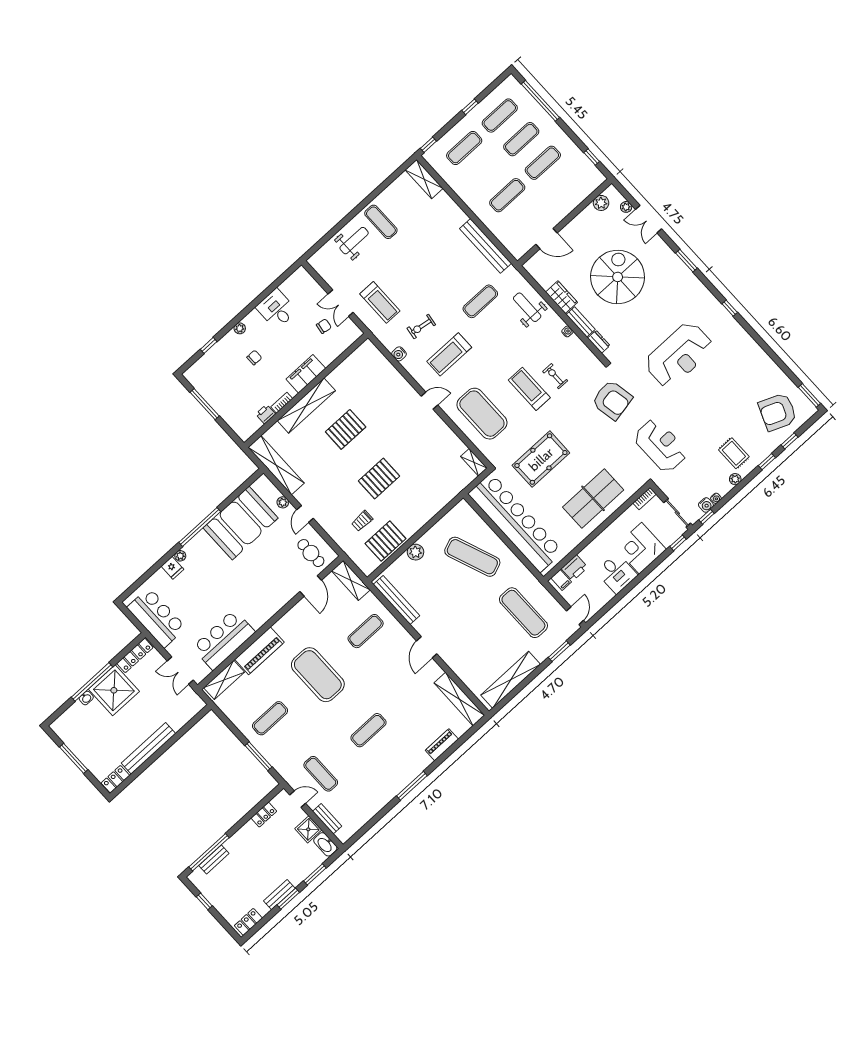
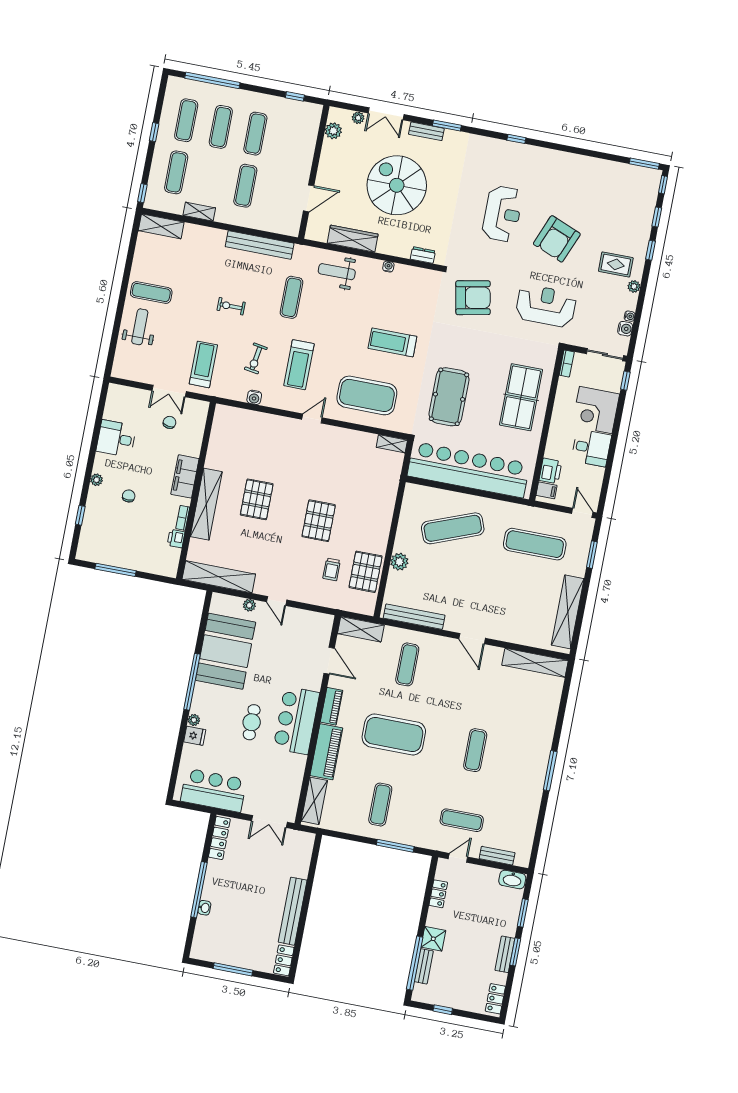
shelving: (460, 189) -> (199, 212), added
wardrobe: (562, 297) -> (353, 239), width x1.50
treadmill: (380, 302) -> (203, 364), turned -90
bench: (581, 322) -> (426, 131), moved
reception desk: (679, 355) -> (502, 214), width x0.74, depth x0.77
exercise bike: (555, 376) -> (231, 306), moved
armchair: (778, 412) -> (557, 239), moved
window: (707, 517) -> (663, 185), moved
cafe table: (311, 553) -> (252, 722), moved, turned 90
bar counter: (224, 640) -> (296, 720), moved
shower: (114, 690) -> (224, 883), removed
piano: (442, 745) -> (332, 706), moved, turned 180
shower: (308, 829) -> (433, 939), moved

